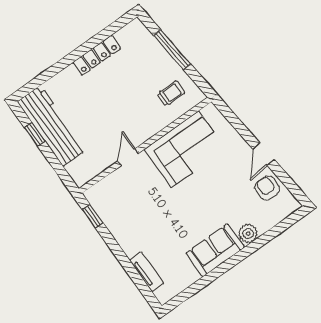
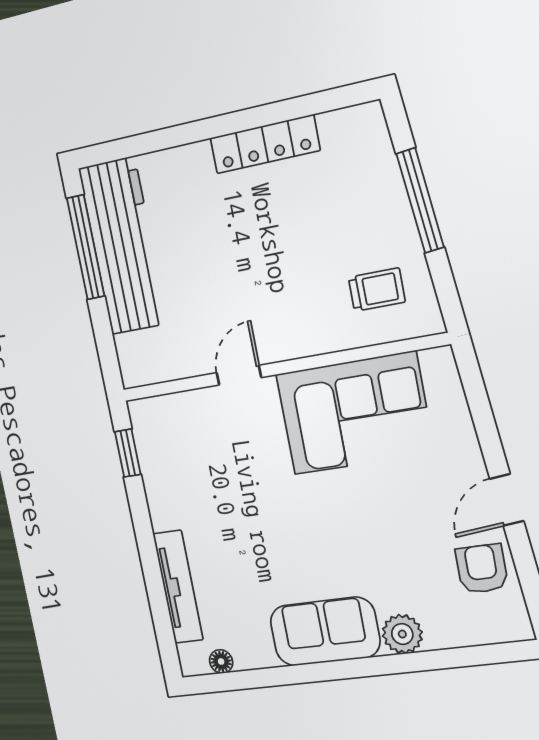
window: (35, 134) -> (86, 247), width x2.17
tv unit: (146, 272) -> (178, 587), width x1.41
floor lamp: (176, 289) -> (221, 661), added

